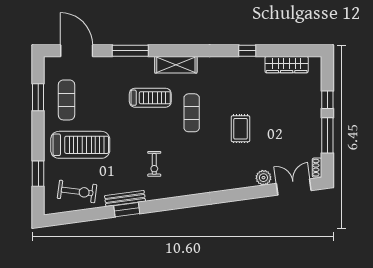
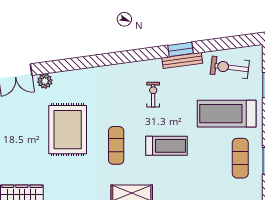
treadmill: (150, 98) -> (166, 146), moved, turned 180
rug: (241, 129) -> (68, 130), width x1.86, depth x2.06

